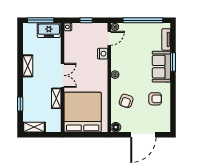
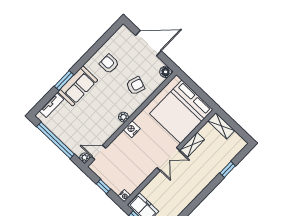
nightstand: (103, 54) -> (132, 129), moved
shelving: (28, 66) -> (190, 195), removed
double door: (63, 75) -> (168, 159), swing flipped
shelving: (34, 127) -> (221, 126), moved

